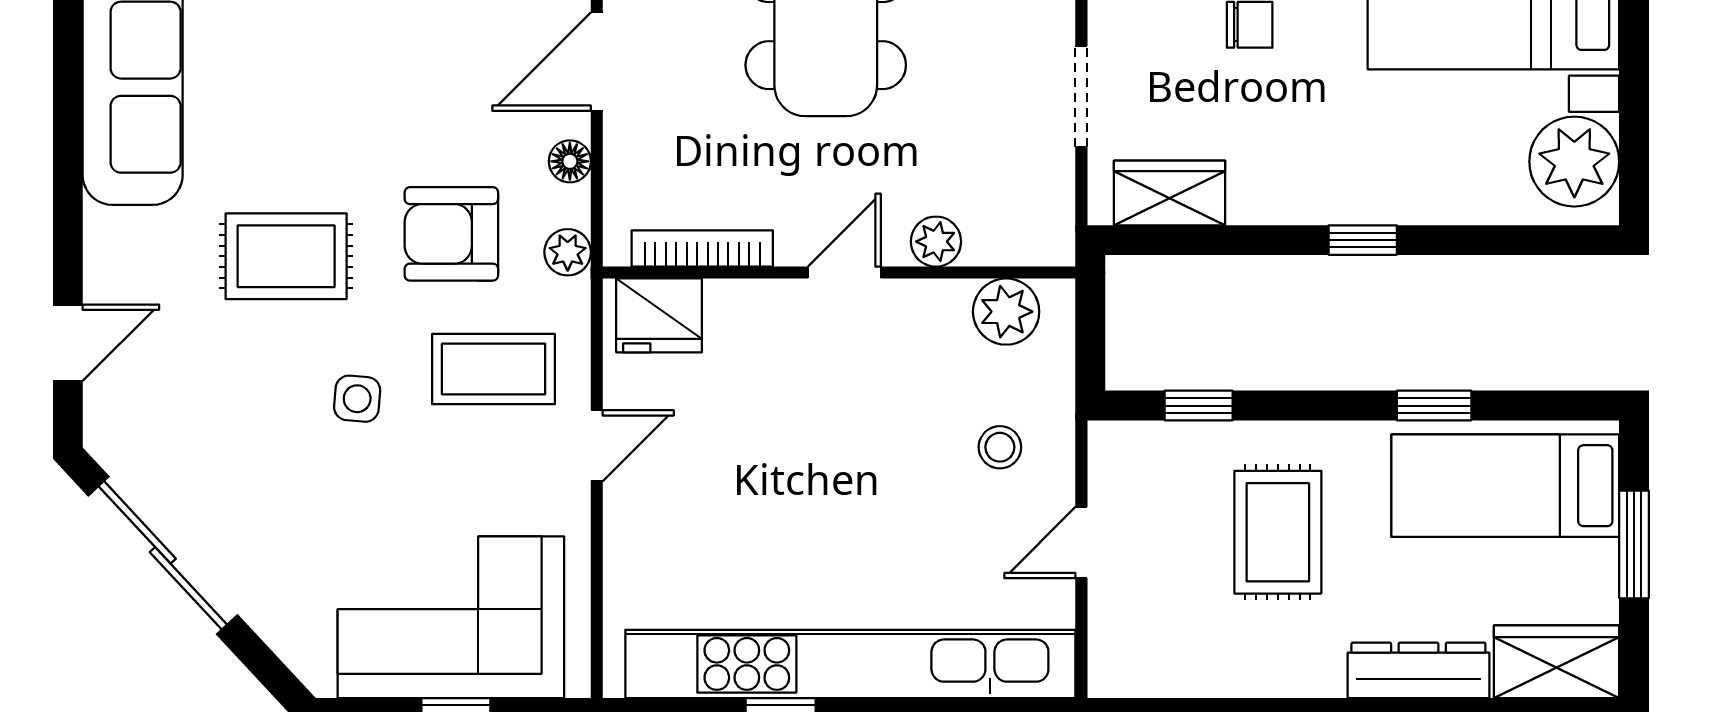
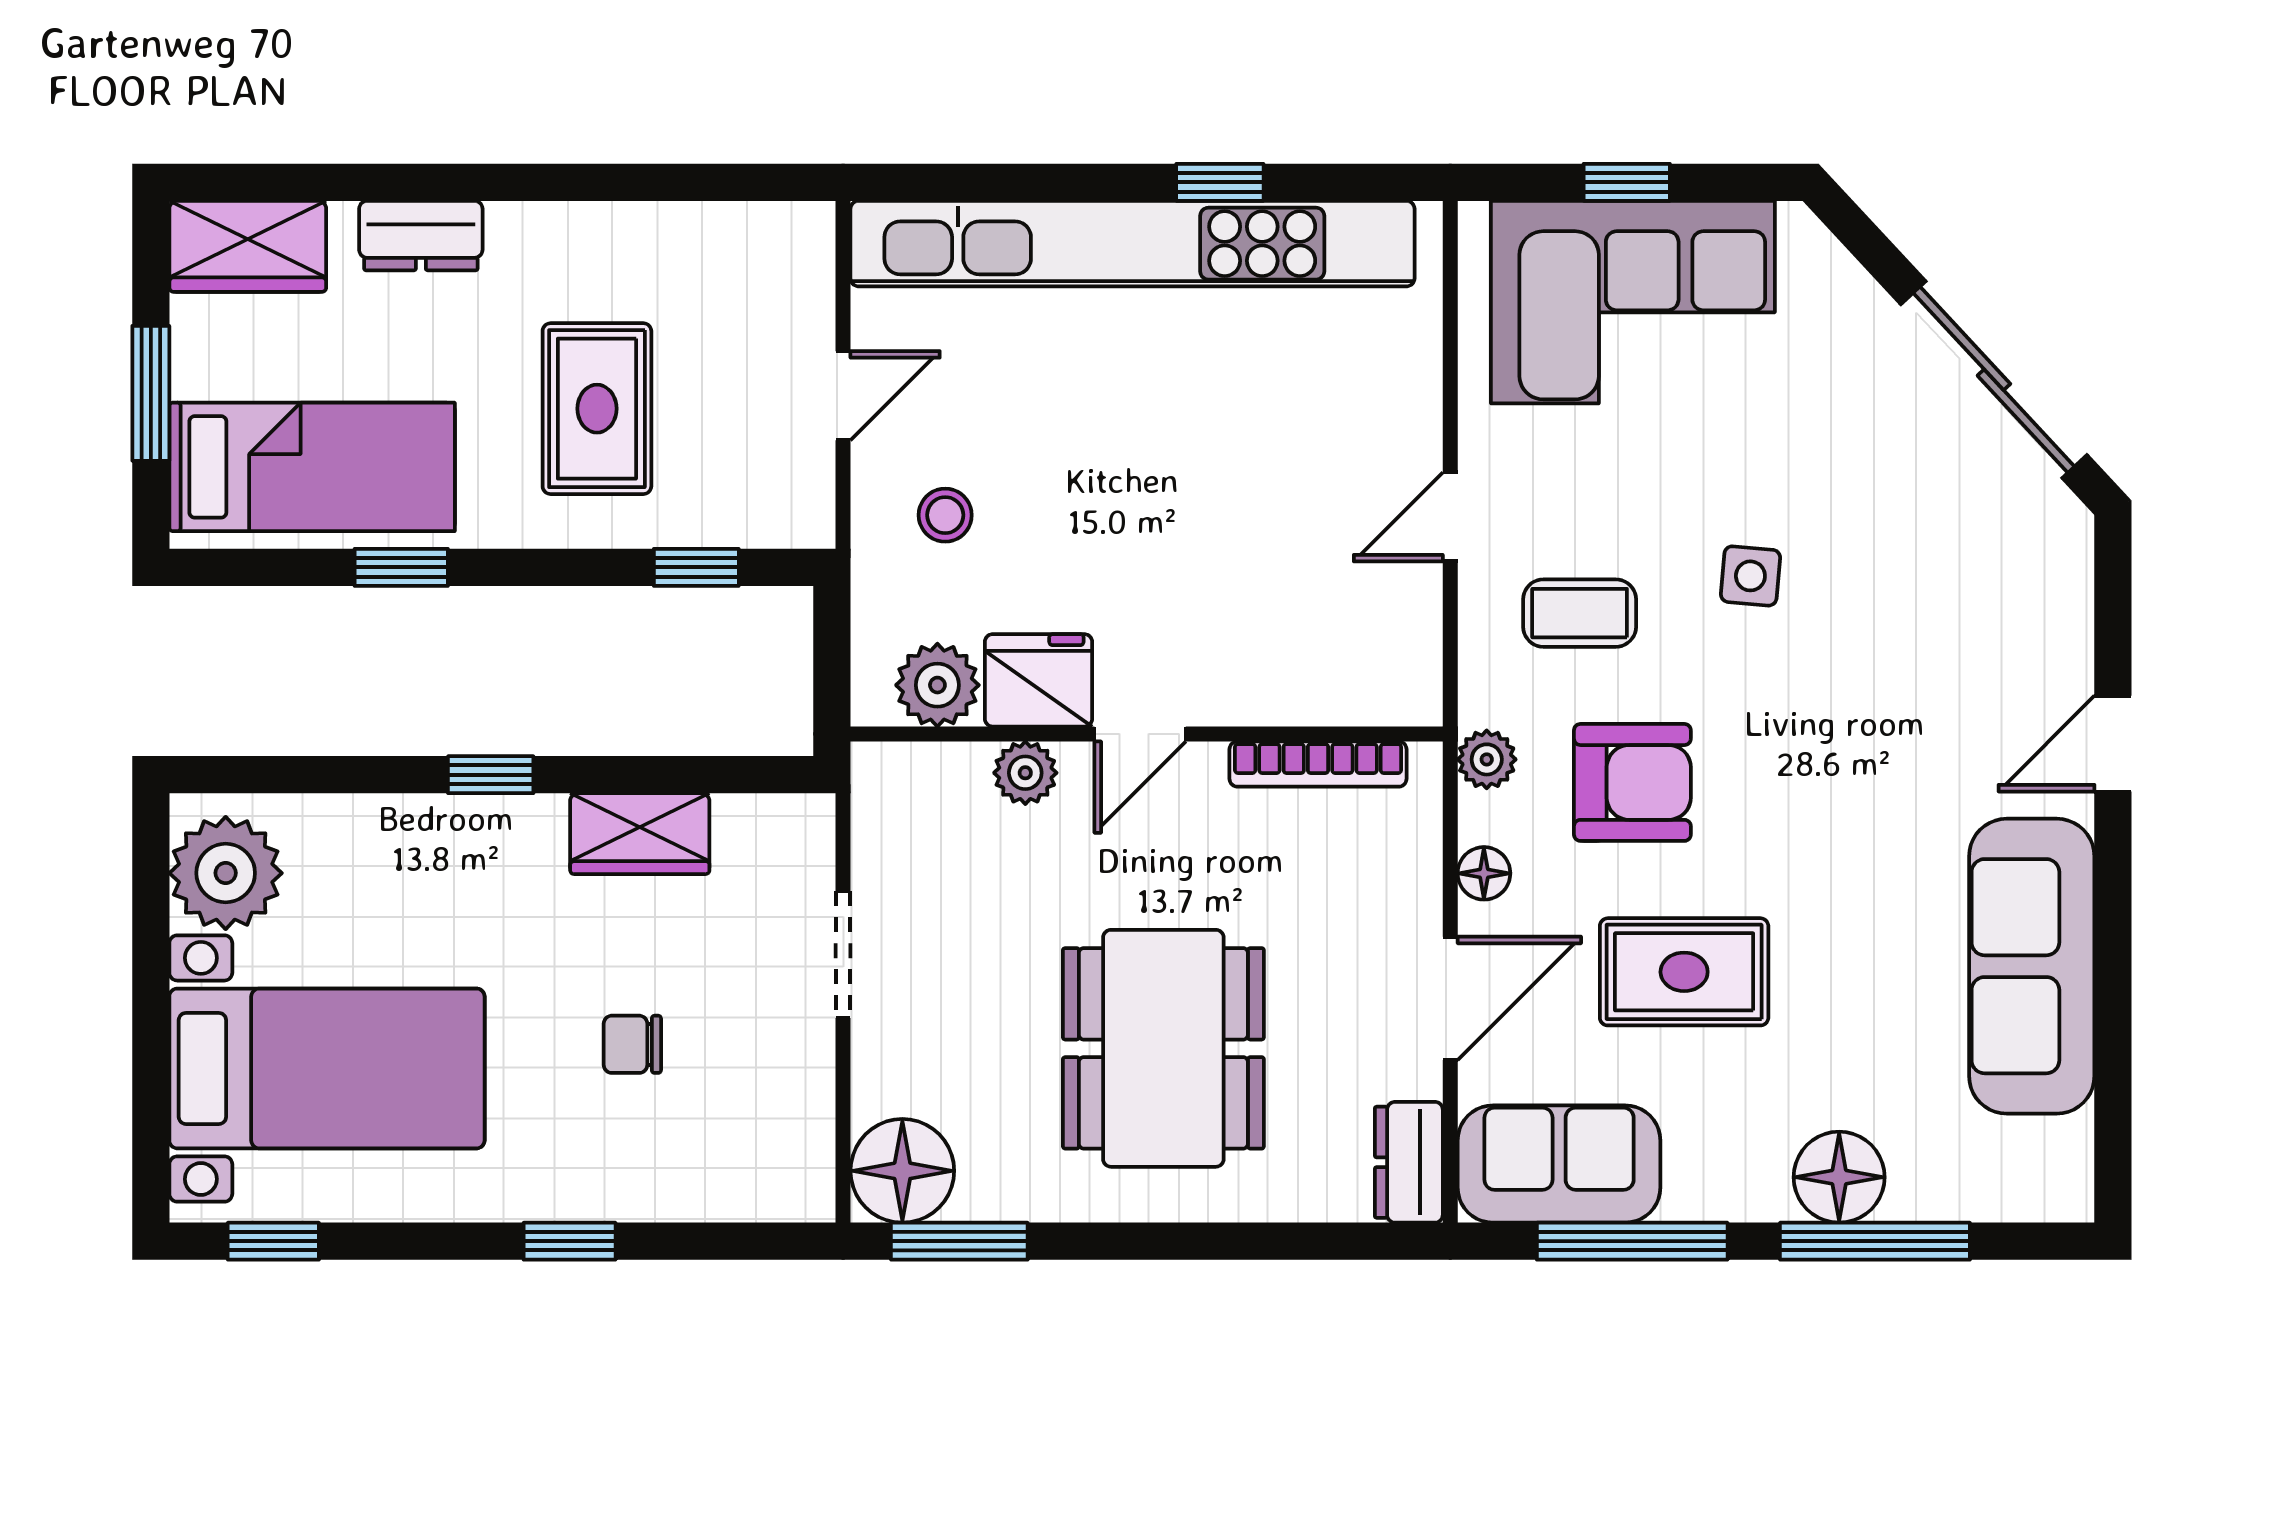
wardrobe: (1170, 193) -> (640, 834), moved
rug: (286, 256) -> (1684, 972), moved
fridge: (659, 315) -> (1039, 680), moved
door: (68, 343) -> (2113, 744), moved
coffee table: (494, 369) -> (1580, 613), width x0.73, depth x0.77
dresser: (1418, 670) -> (421, 236), width x0.70

